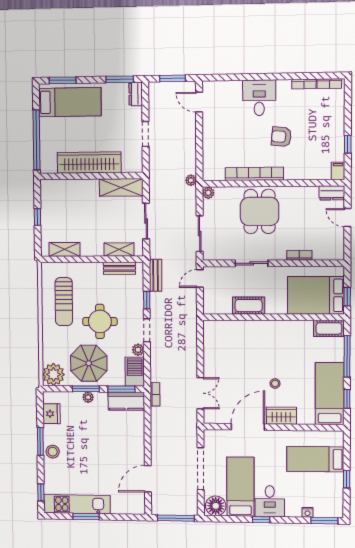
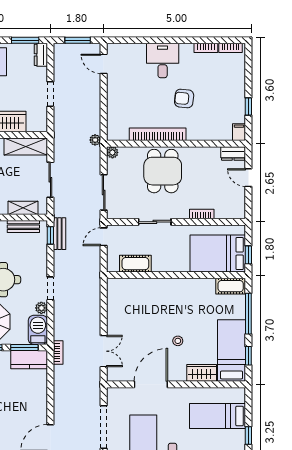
window: (147, 300) -> (50, 235), moved
cot: (249, 306) -> (135, 264), moved
wardrobe: (281, 416) -> (202, 373), moved

